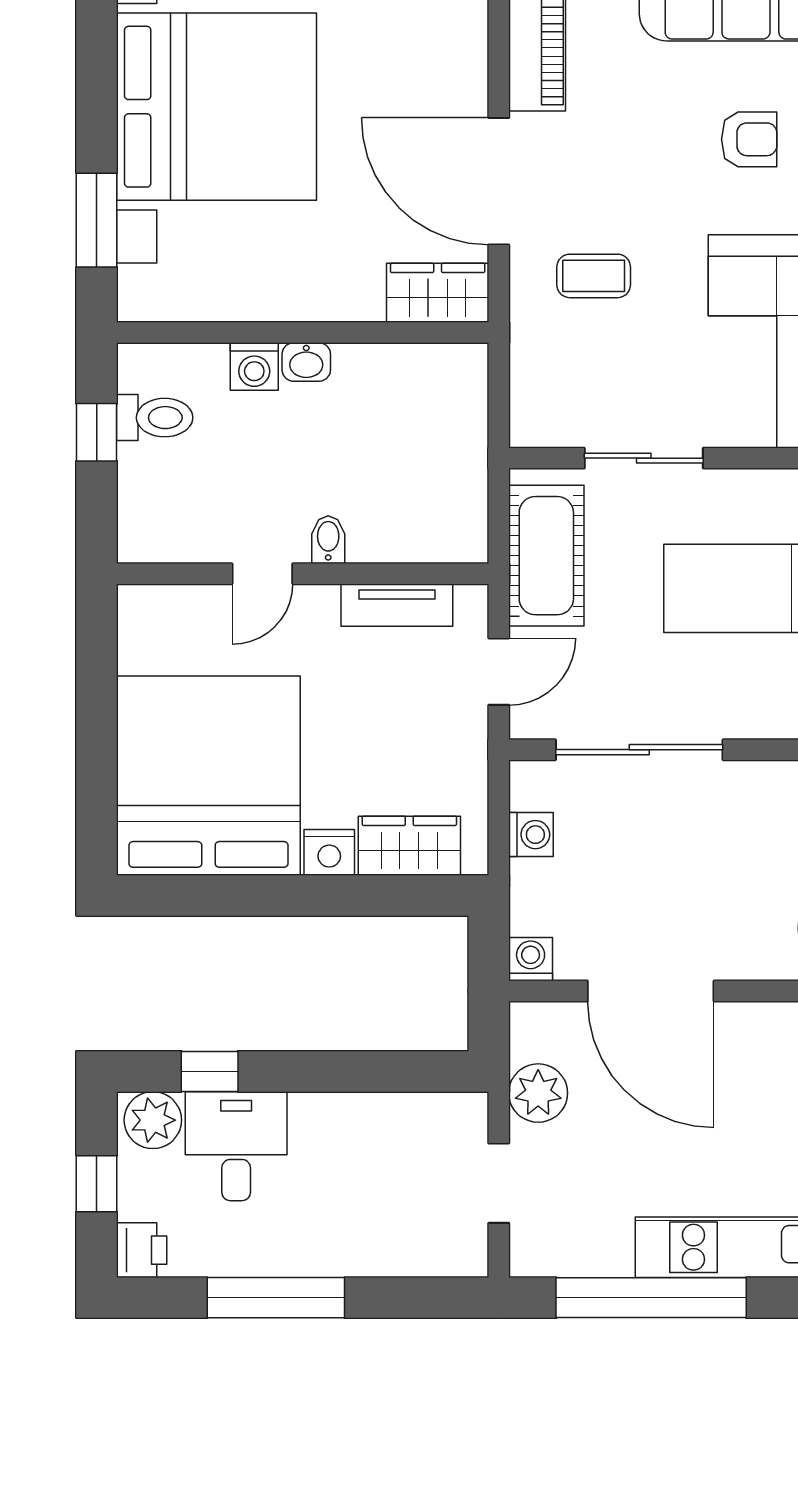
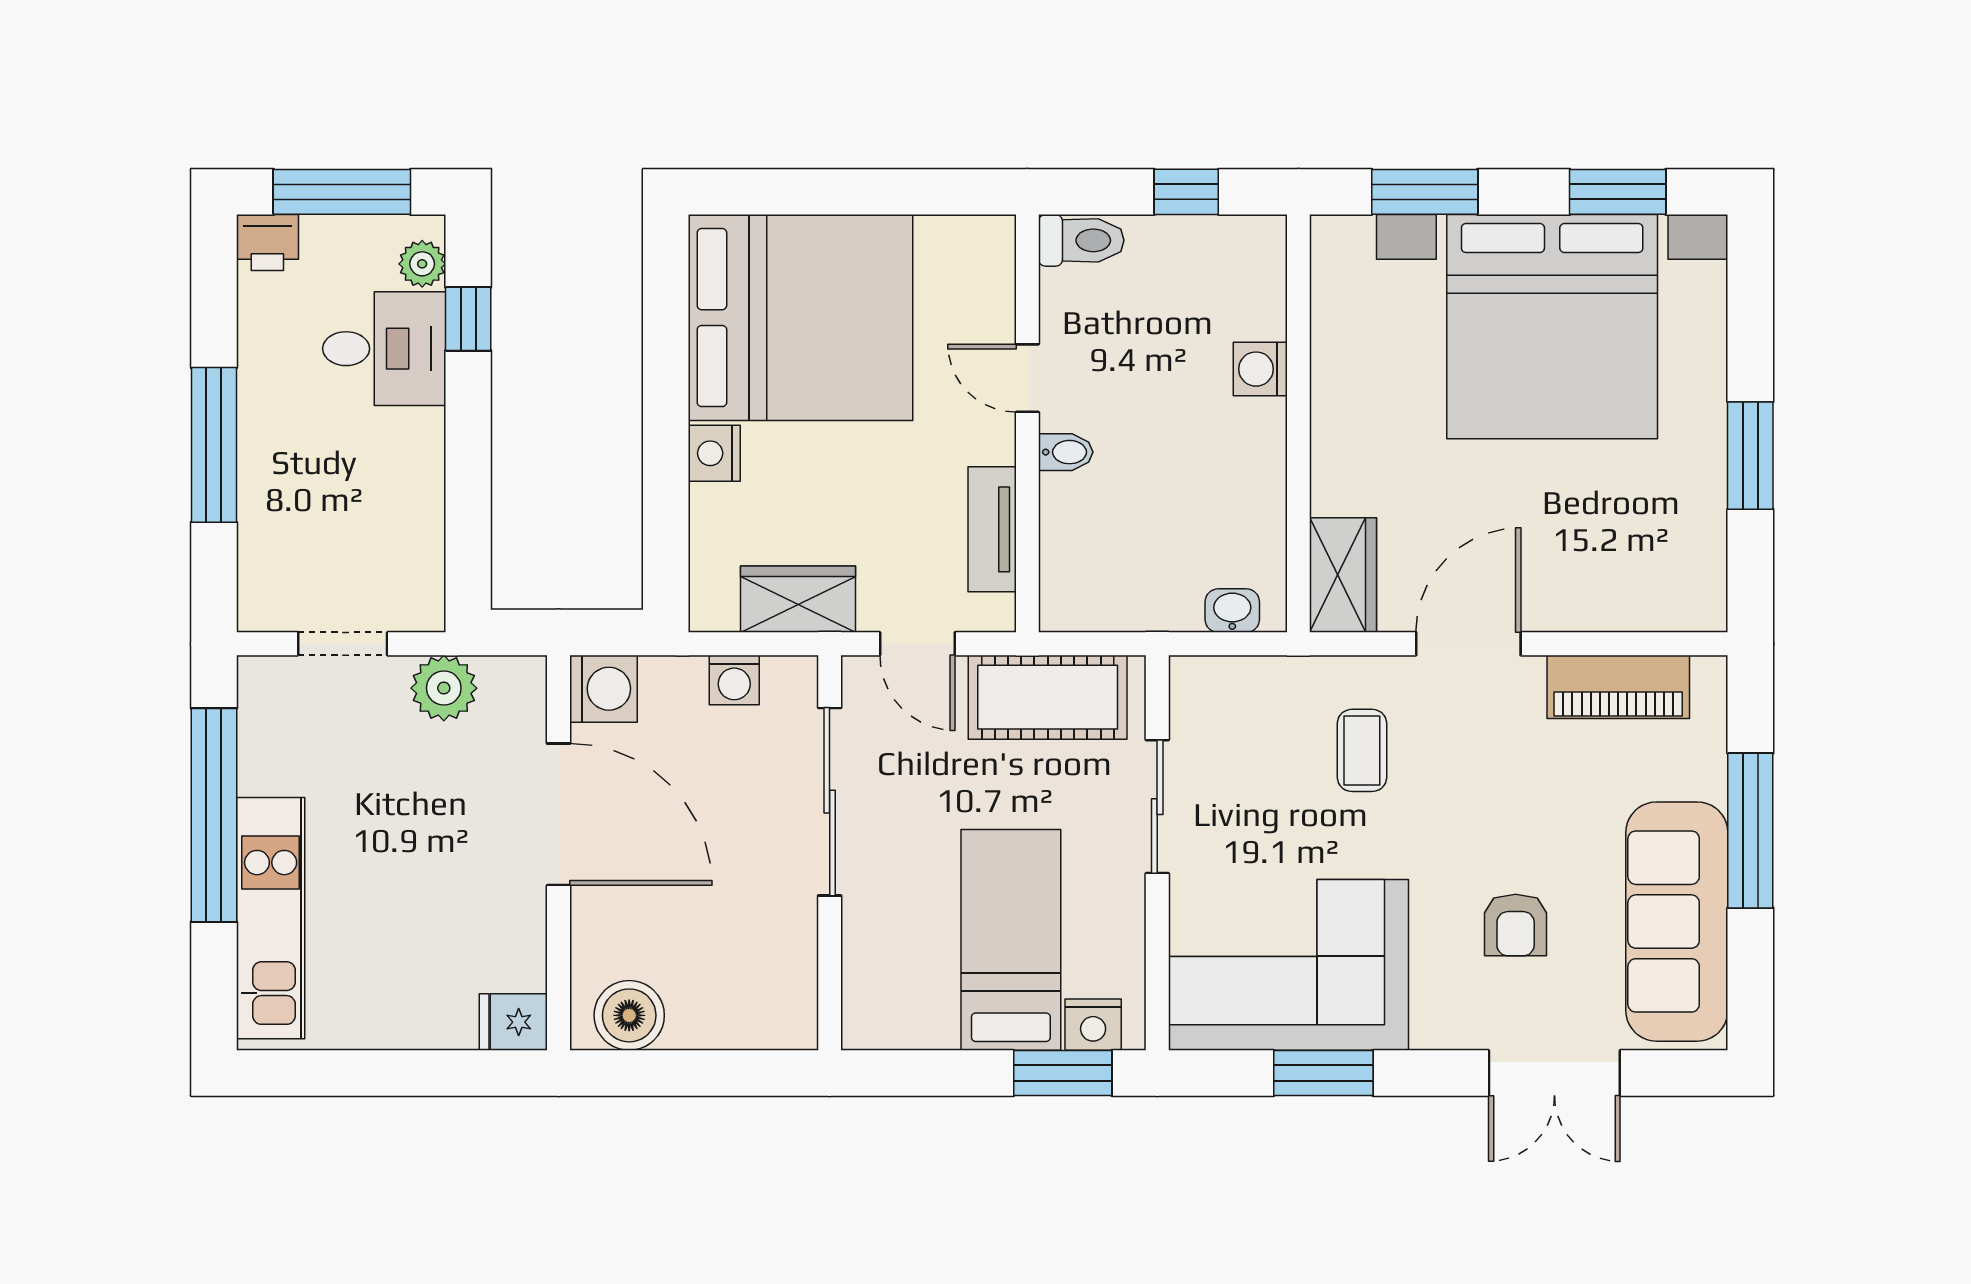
window: (97, 48) -> (1618, 192), added
door: (499, 181) -> (1468, 644), width x0.73
washbasin: (306, 362) -> (1232, 611), moved, turned 90
toilet: (155, 418) -> (1081, 240), moved, turned -90
wardrobe: (409, 846) -> (798, 599), moved, turned -90
washing machine: (531, 959) -> (603, 689), width x1.38, depth x1.38
door: (651, 991) -> (559, 814), swing flipped
plant: (153, 1120) -> (422, 264), width x0.73, depth x0.73
window: (97, 1184) -> (342, 192), width x2.17
window: (276, 1298) -> (214, 445), moved

